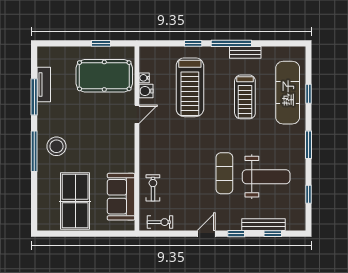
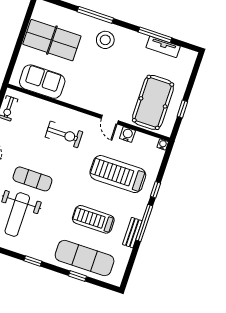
water cooler: (144, 78) -> (163, 144), moved
window: (308, 145) -> (33, 261), width x0.67
window: (34, 151) -> (95, 15), moved
exercise bike: (153, 188) -> (64, 134), moved, width x1.38, depth x1.39

